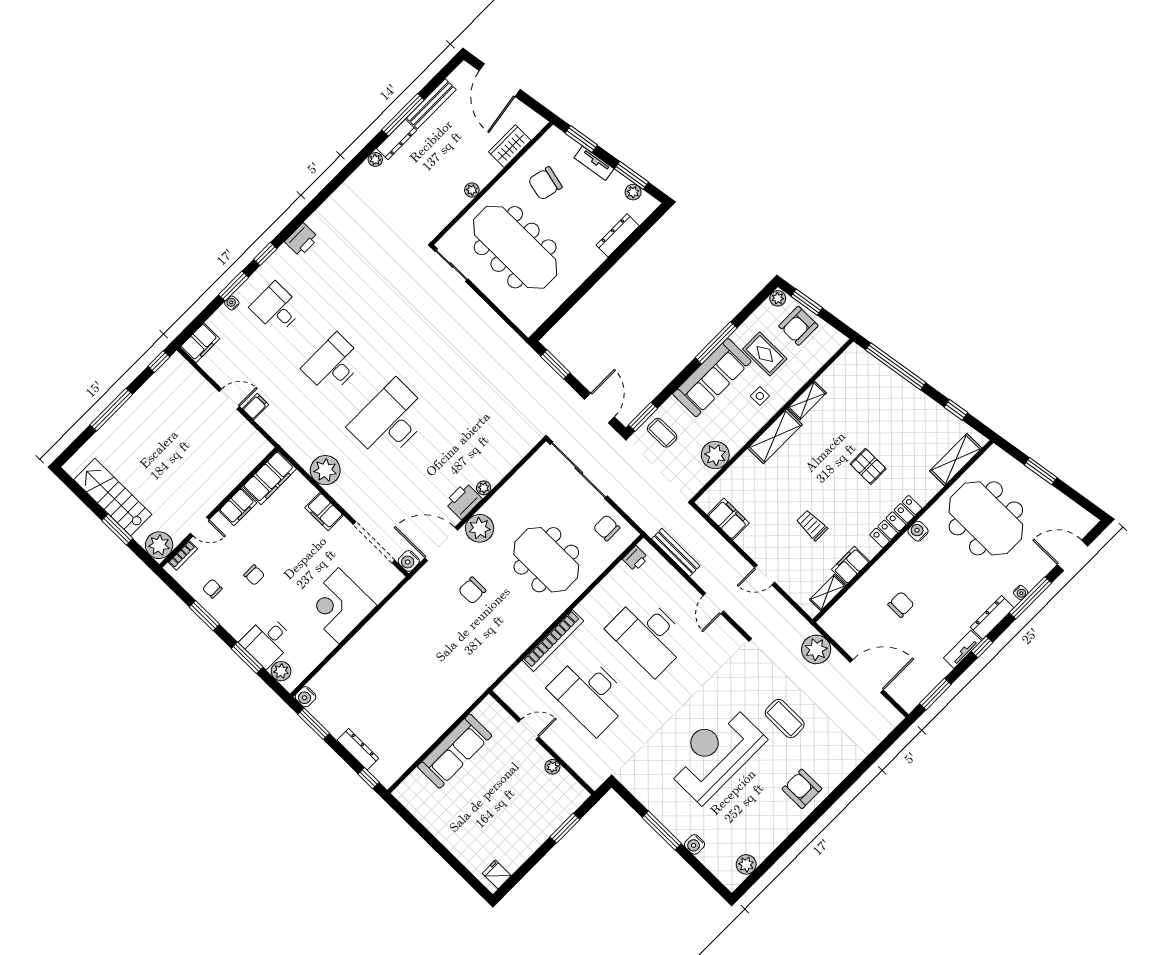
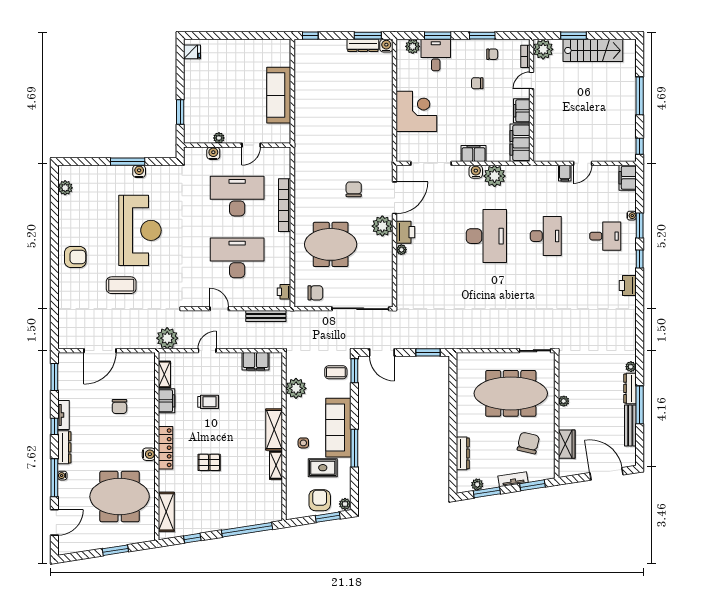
water cooler: (409, 561) -> (476, 172), moved
plant: (816, 649) -> (167, 338), moved
dresser: (358, 749) -> (363, 45), moved
water cooler: (572, 757) -> (213, 153), added
water cooler: (694, 844) -> (139, 171), moved

